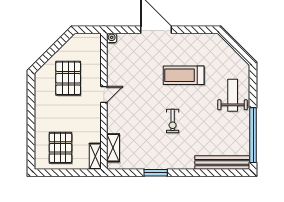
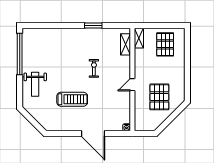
exercise bike: (173, 121) -> (94, 68), moved
bench: (222, 163) -> (43, 33), removed

